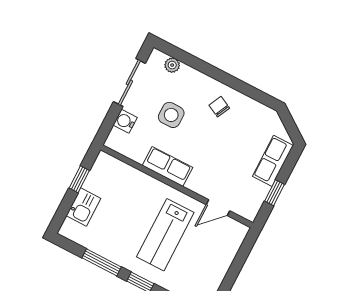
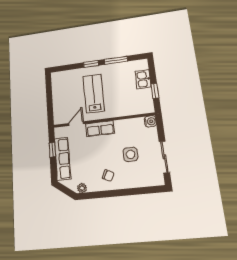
plant: (172, 65) -> (82, 188), moved
water cooler: (125, 121) -> (150, 121), moved
row of seats: (273, 161) -> (62, 159), width x1.48
row of seats: (167, 166) -> (100, 129), moved

